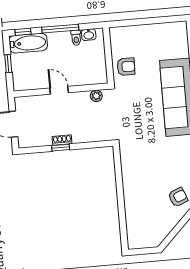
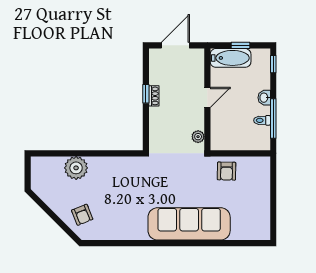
window: (60, 29) -> (273, 119), moved
washbasin: (89, 35) -> (264, 98), moved
bathtub: (28, 43) -> (231, 58), moved, turned -90
plant: (135, 207) -> (76, 168), added

